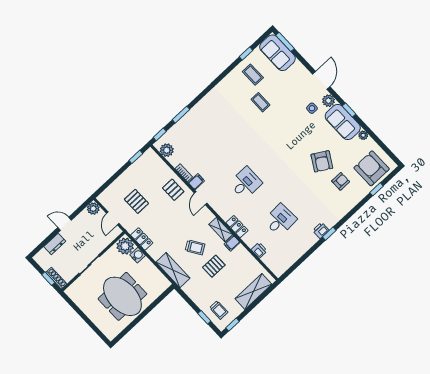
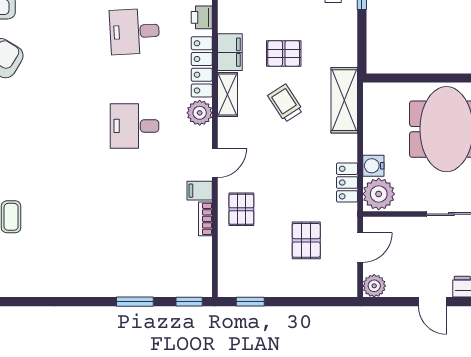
plant: (167, 150) -> (200, 113), moved
locker: (237, 227) -> (202, 67), width x1.53
filing cabinet: (232, 243) -> (230, 52), width x2.00

